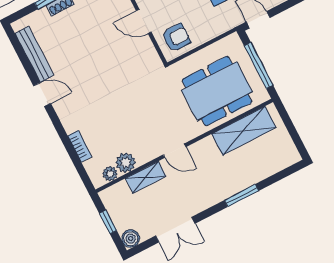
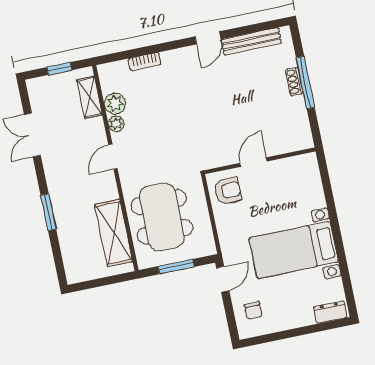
armchair: (176, 38) -> (228, 191), turned -90
window: (259, 66) -> (176, 267), width x0.69
plant: (110, 174) -> (116, 124), moved
shelving: (146, 177) -> (90, 97), moved
boiler: (131, 239) -> (36, 87), removed

